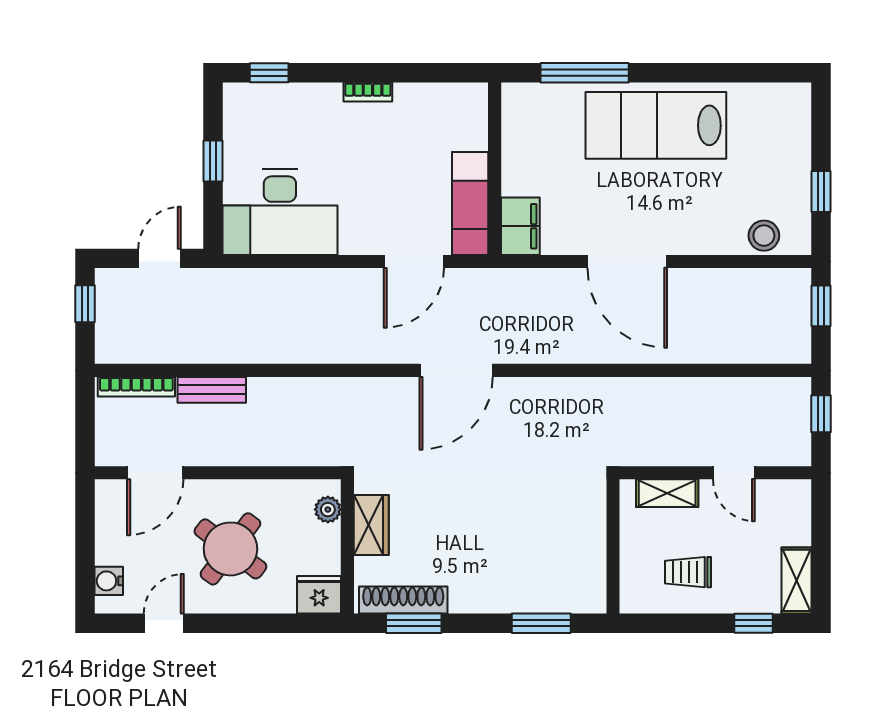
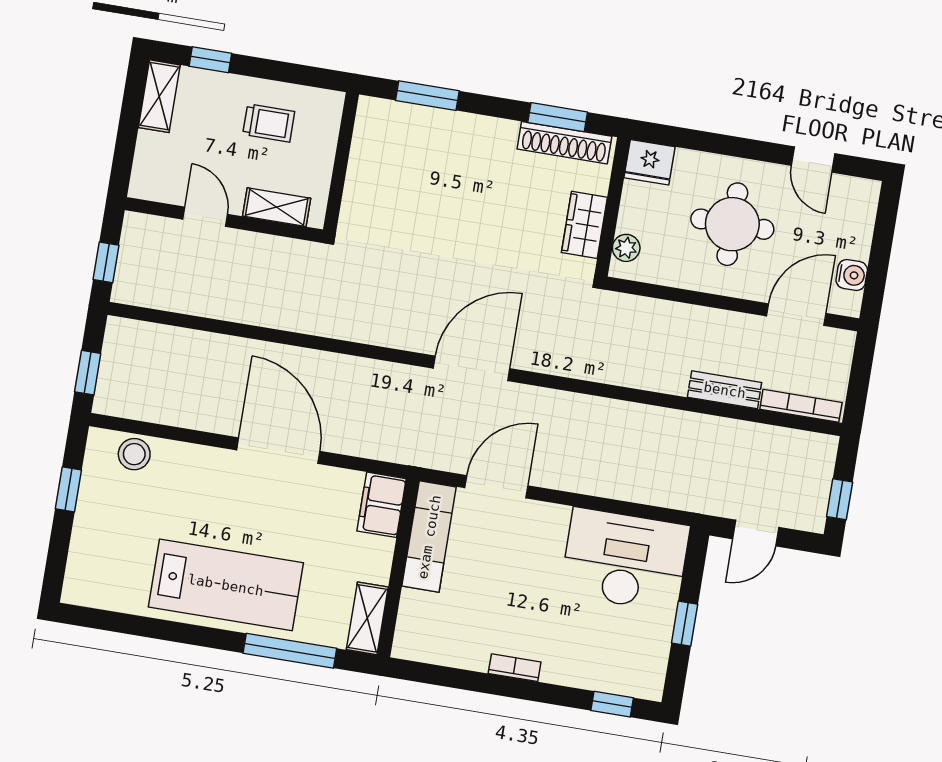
shelving: (516, 116) -> (367, 618), added
round table: (230, 549) -> (732, 224), turned -37
water cooler: (109, 581) -> (852, 275), moved
door: (164, 623) -> (813, 159), hinge flipped

